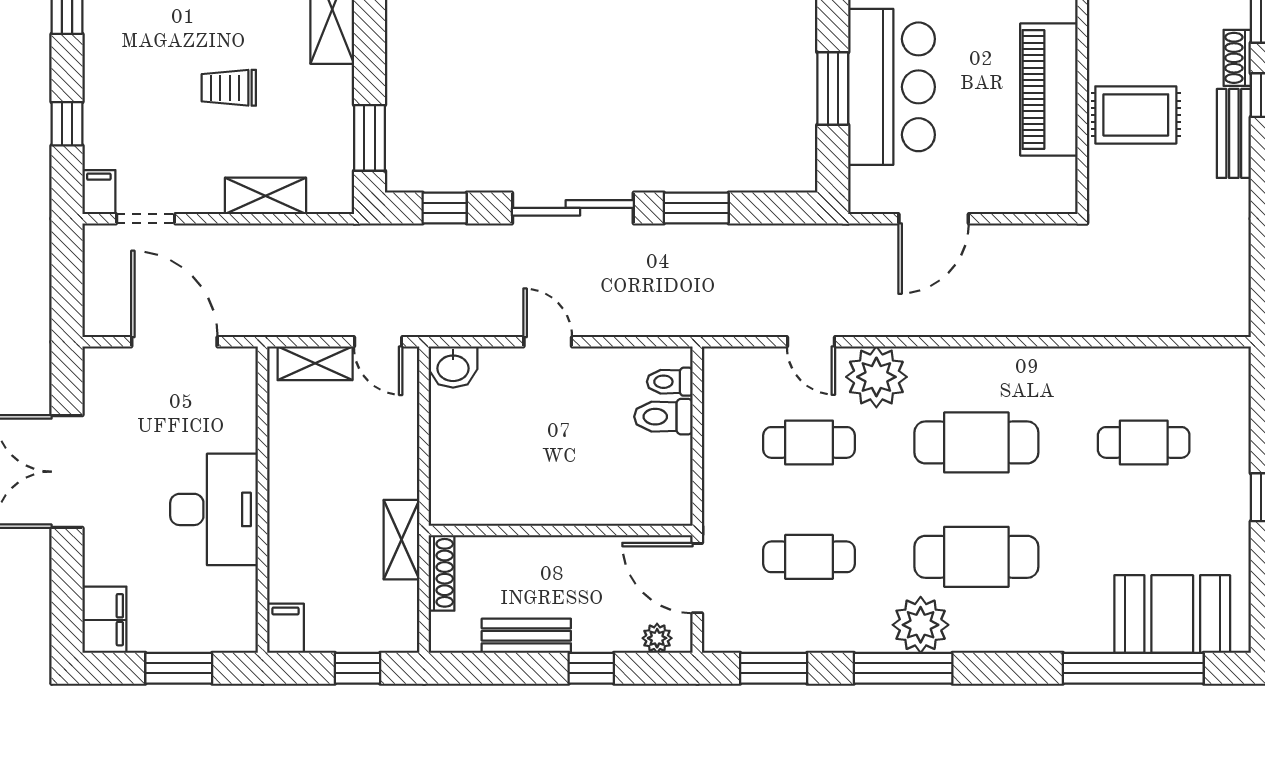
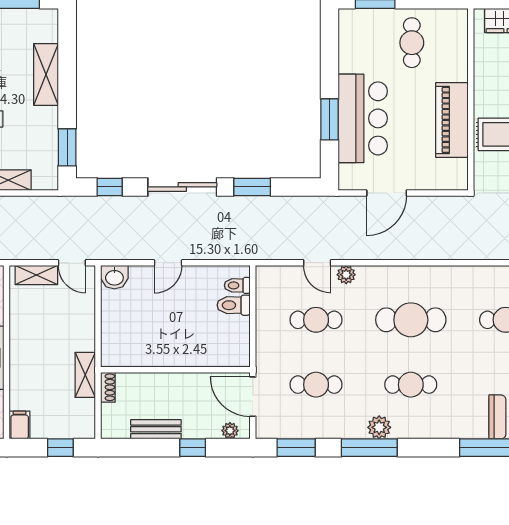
door: (548, 342) -> (168, 263), swing flipped
plant: (876, 377) -> (346, 275), width x0.53, depth x0.53
cafe table: (976, 557) -> (411, 385), width x0.73, depth x0.74
shoe rack: (442, 573) -> (108, 387), width x0.70
plant: (921, 625) -> (379, 427), width x0.73, depth x0.73

